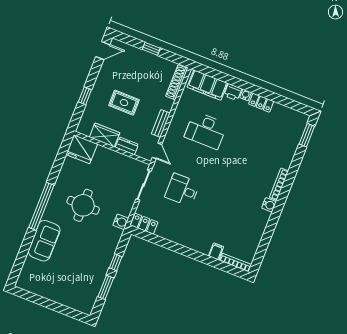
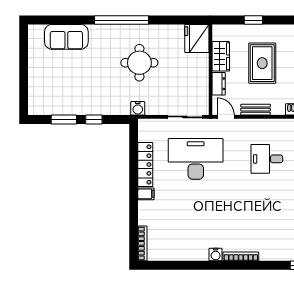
rug: (124, 103) -> (262, 63), width x1.36, depth x1.43
desk: (206, 130) -> (267, 159), width x0.73
door: (157, 151) -> (226, 117), swing flipped
desk: (182, 190) -> (196, 159), width x1.87, depth x1.30
locker: (144, 224) -> (145, 165), moved, width x1.53
sofa: (44, 241) -> (66, 37), moved
filing cabinet: (216, 251) -> (146, 194), moved

